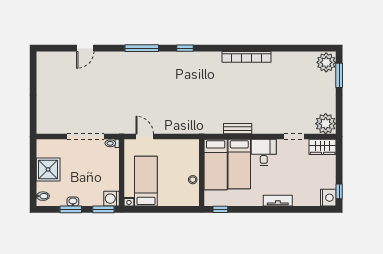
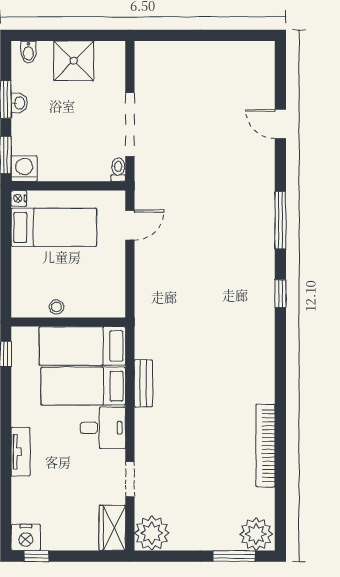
bookcase: (246, 57) -> (265, 446), moved

